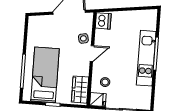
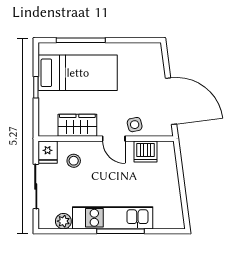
dishwasher: (103, 21) -> (146, 151), moved
wardrobe: (80, 90) -> (77, 125), moved
plant: (146, 92) -> (63, 221), added

